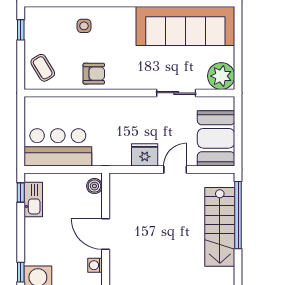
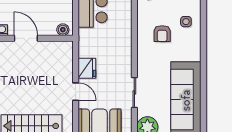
armchair: (94, 74) -> (162, 34), moved
door: (106, 234) -> (26, 38), hinge flipped

